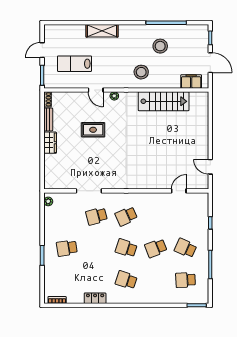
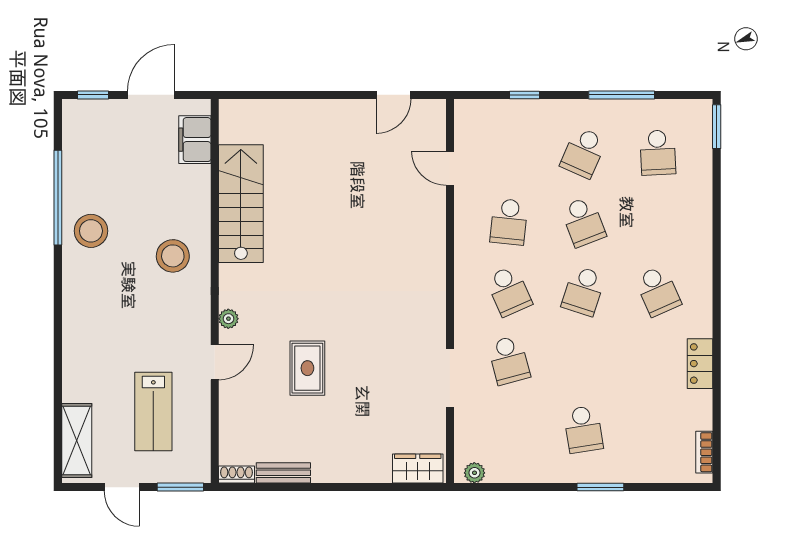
shelving: (102, 31) -> (77, 441), moved
stool: (160, 46) -> (91, 231), moved
wardrobe: (50, 143) -> (418, 469), moved
school desk: (156, 216) -> (509, 222), added
school desk: (126, 280) -> (658, 291), turned -42

